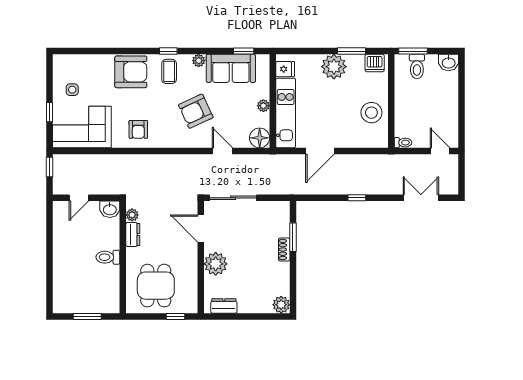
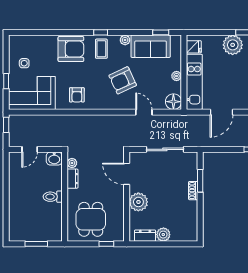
sliding door: (233, 198) -> (165, 149), moved
plant: (281, 305) -> (163, 235), moved

